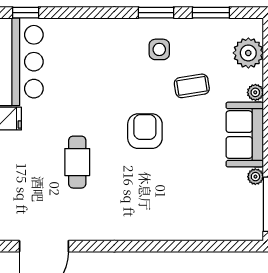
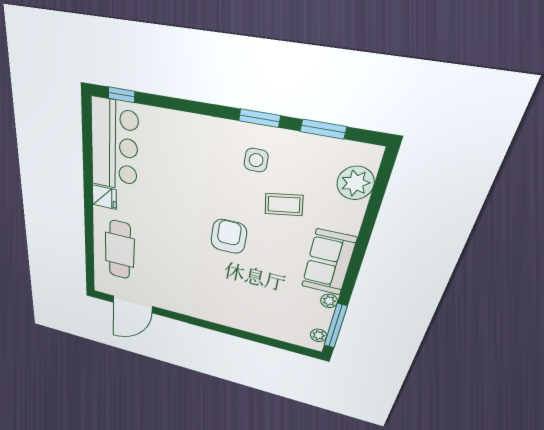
plant: (255, 92) -> (319, 335), moved
cafe table: (77, 162) -> (120, 250), moved, width x1.37, depth x1.35

